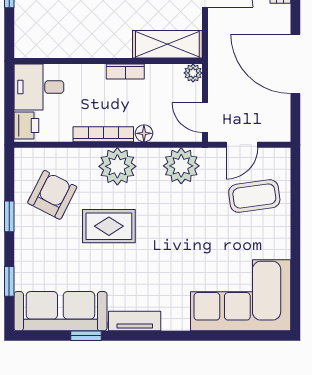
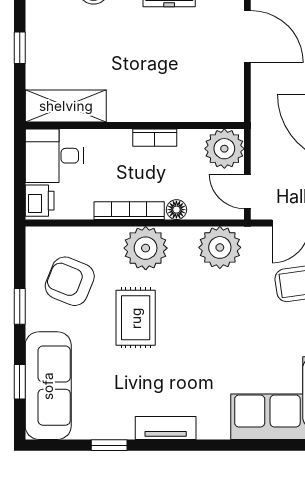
shelving: (167, 44) -> (66, 106), moved
plant: (193, 73) -> (224, 149), width x1.87, depth x1.87
armchair: (52, 195) -> (70, 281), turned -95
rug: (109, 226) -> (136, 318), turned 90
sofa: (60, 311) -> (48, 386), moved, turned 90

